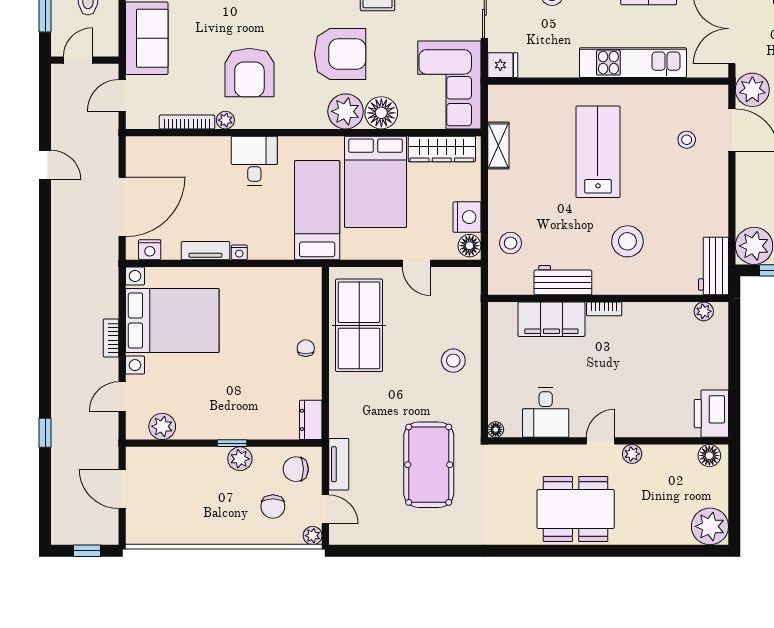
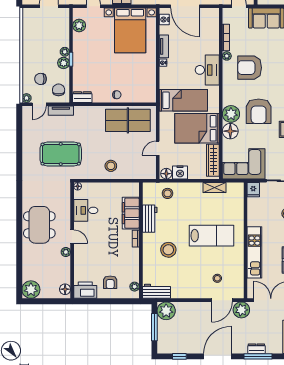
desk: (254, 161) -> (207, 70), width x1.37
armchair: (695, 362) -> (110, 282), added
plant: (217, 456) -> (65, 52), added

